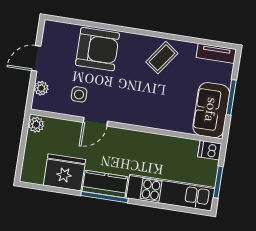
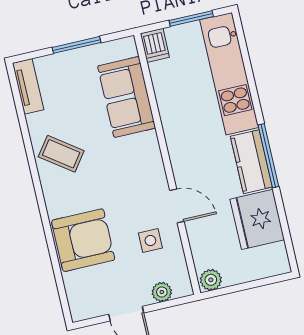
armchair: (97, 49) -> (83, 240), turned 90
sofa: (211, 110) -> (127, 97), moved, turned 90

